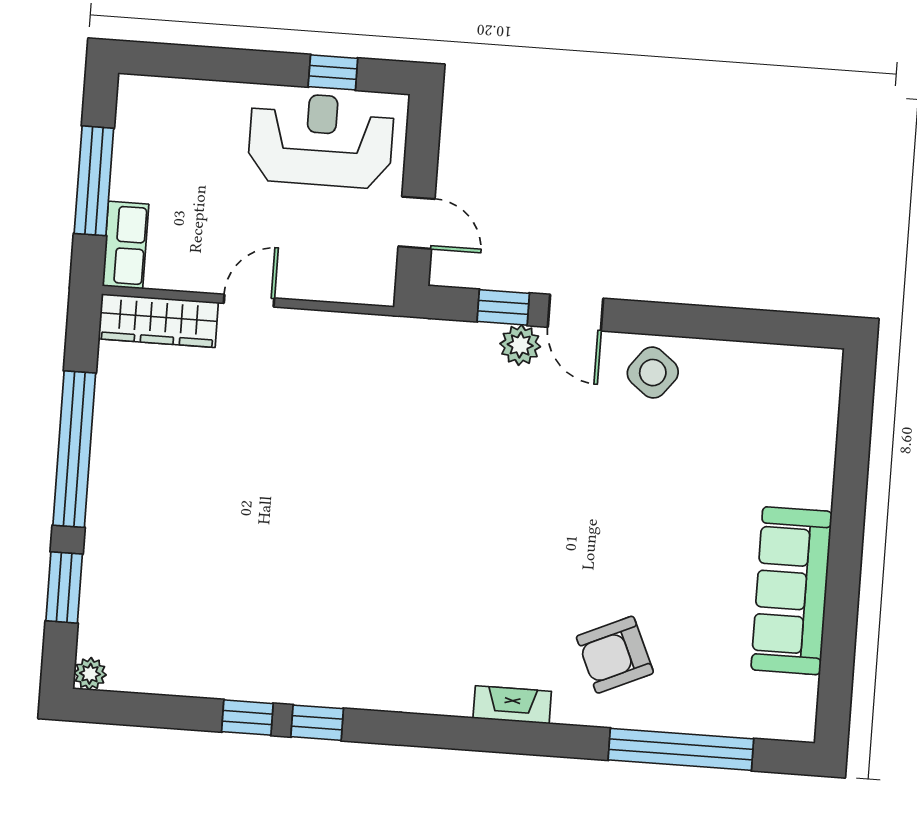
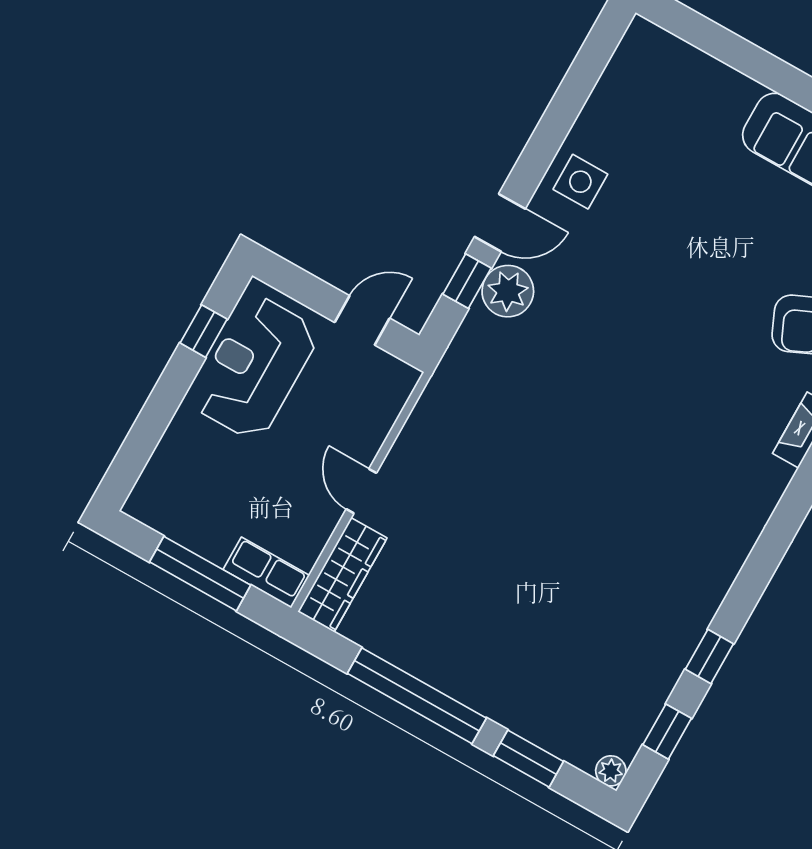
plant: (520, 345) -> (508, 291), width x1.36, depth x1.36
side table: (653, 373) -> (580, 182), turned -38
window: (317, 723) -> (667, 732), moved

